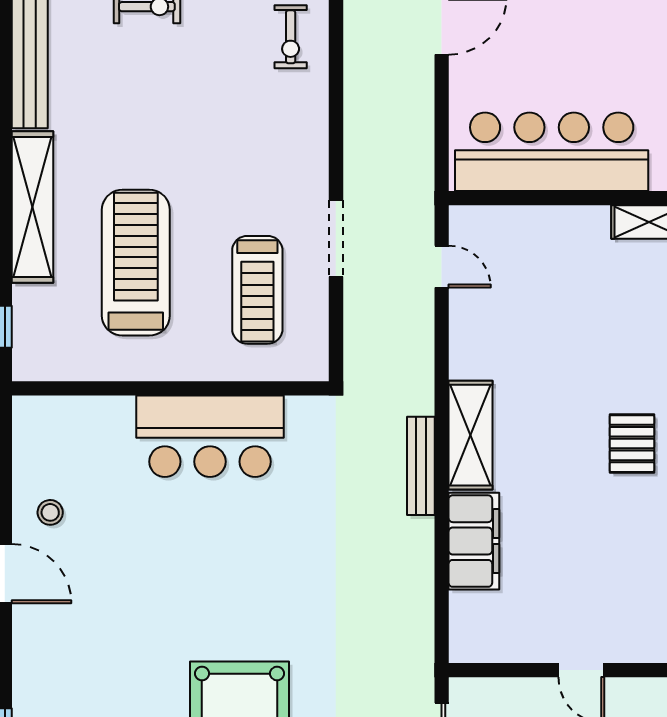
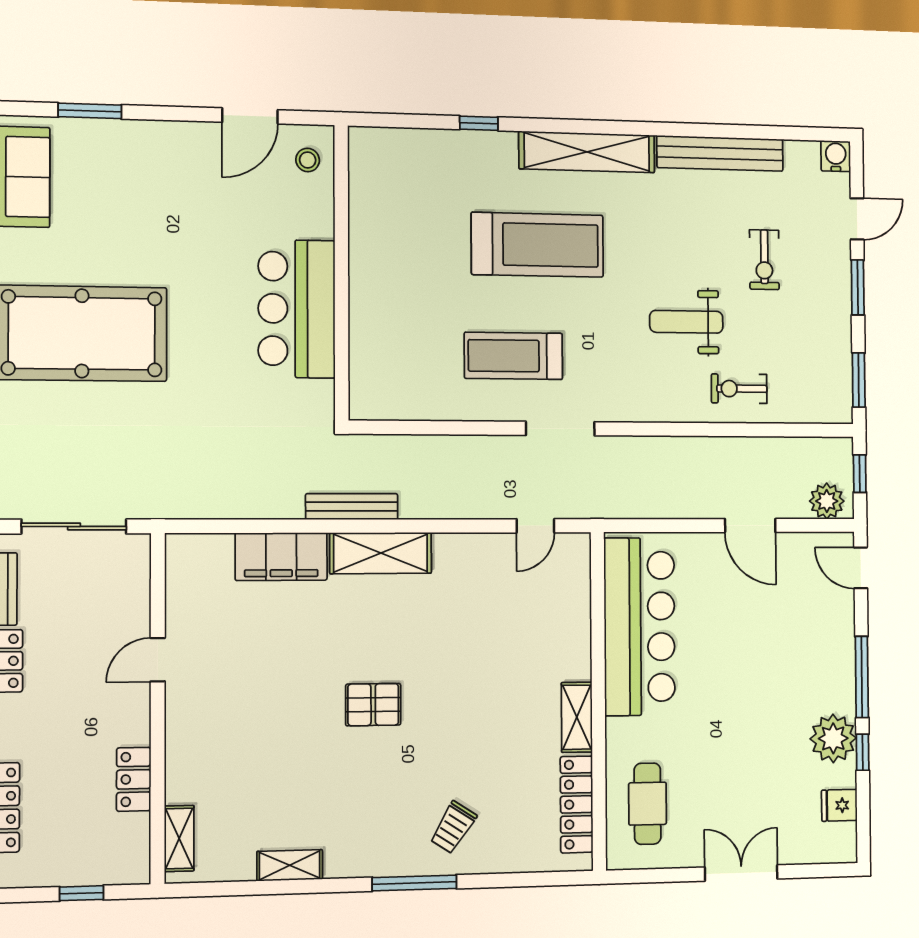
weight bench: (217, 96) -> (686, 322), added
wall: (170, 388) -> (341, 273), moved
bar counter: (210, 436) -> (297, 309), moved

